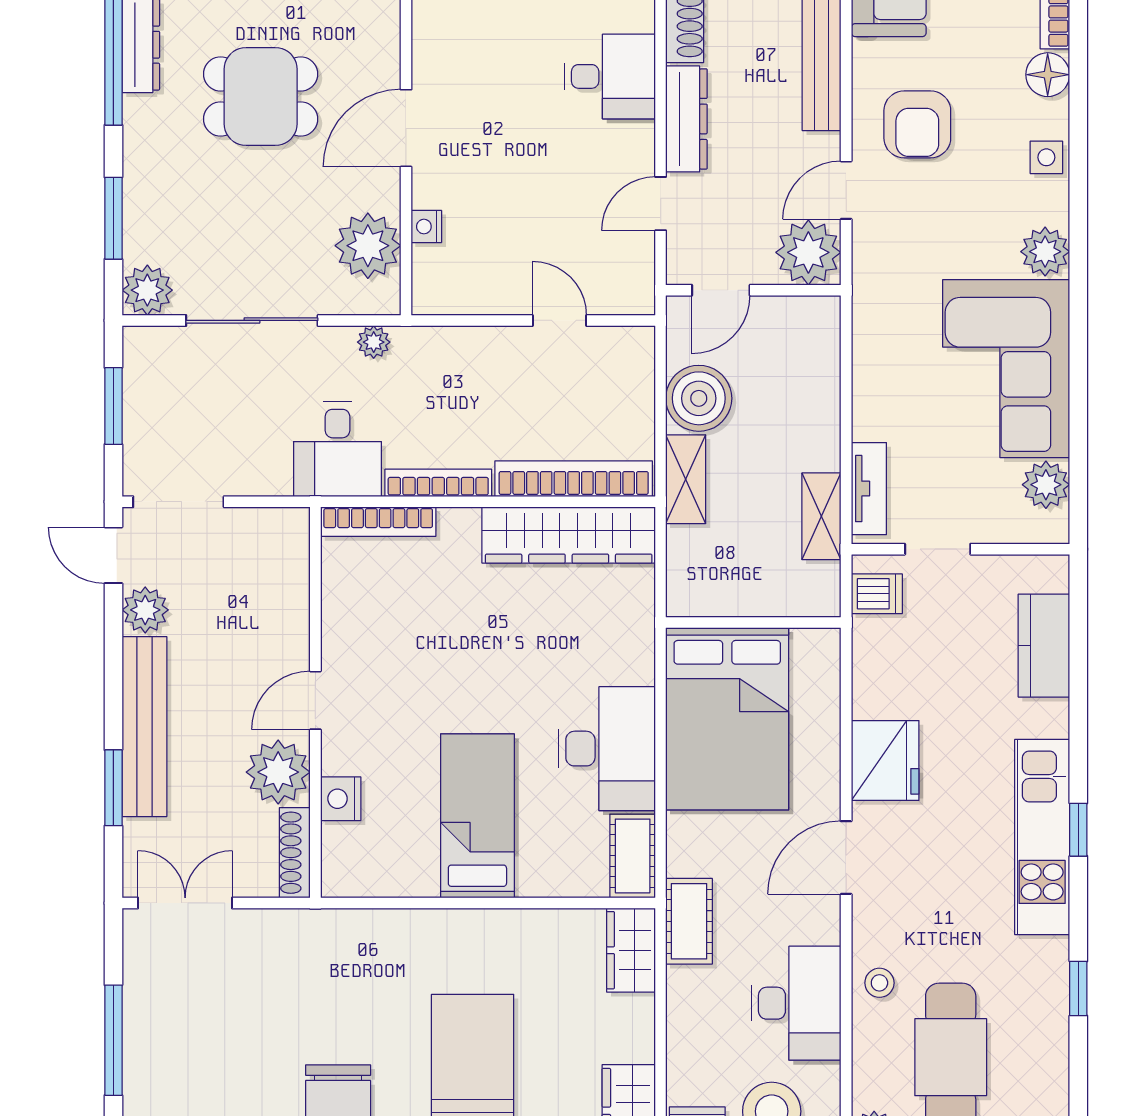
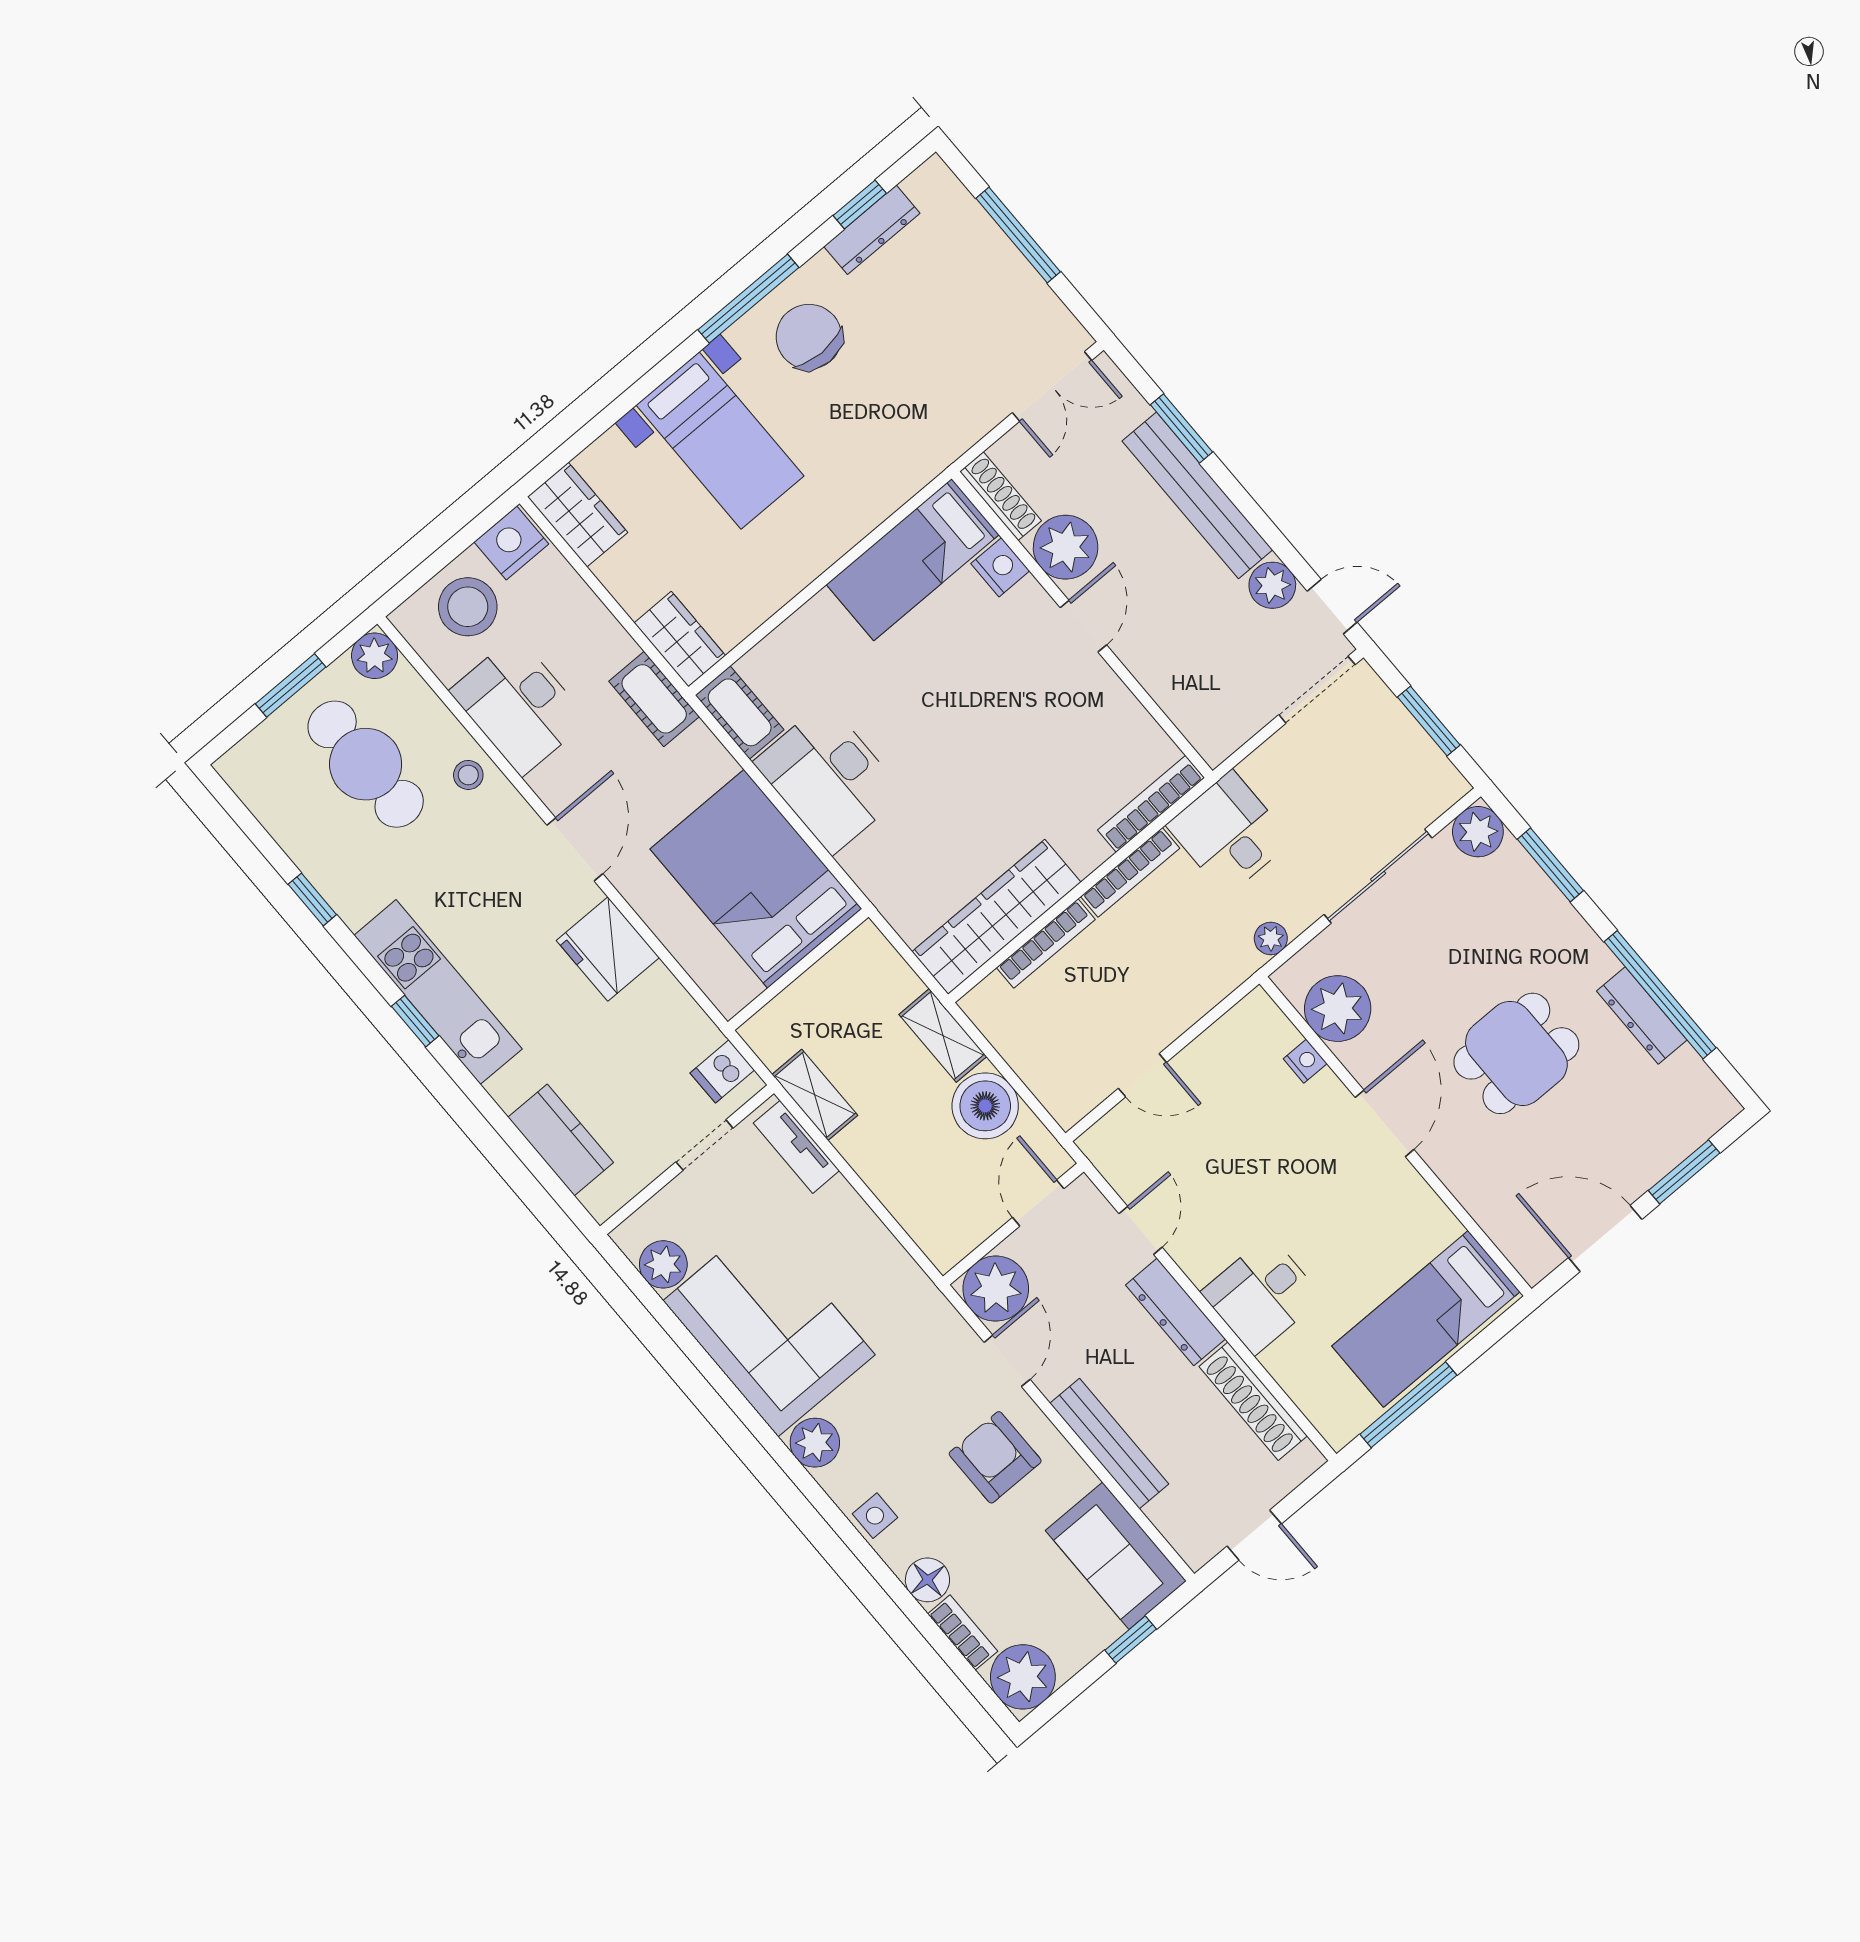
bookcase: (574, 479) -> (1046, 944), width x0.68, depth x0.76
bed: (477, 816) -> (913, 560), moved, turned 90

